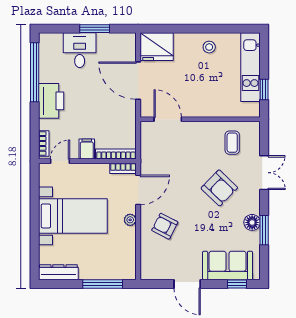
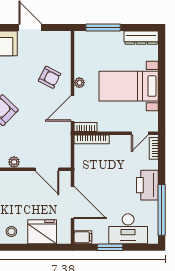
fridge: (157, 47) -> (42, 232), moved
desk: (80, 50) -> (128, 229), width x1.37
plant: (206, 128) -> (14, 162), added
filing cabinet: (87, 149) -> (83, 237), moved, turned -90

